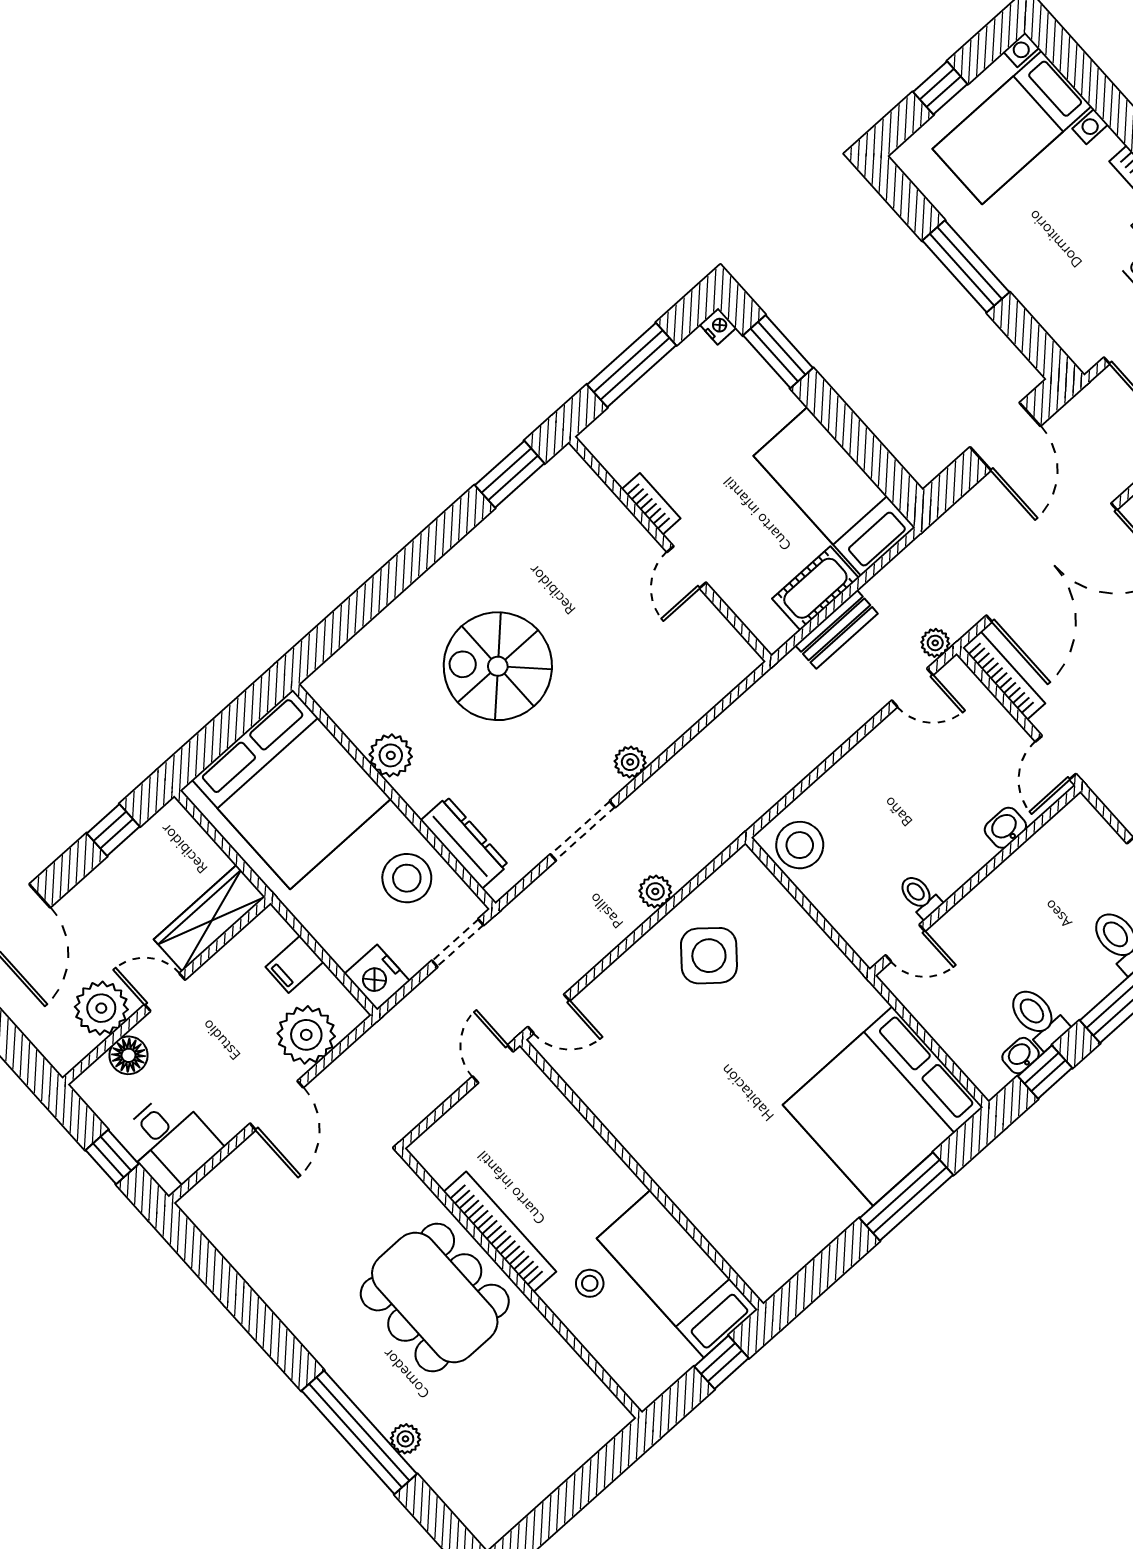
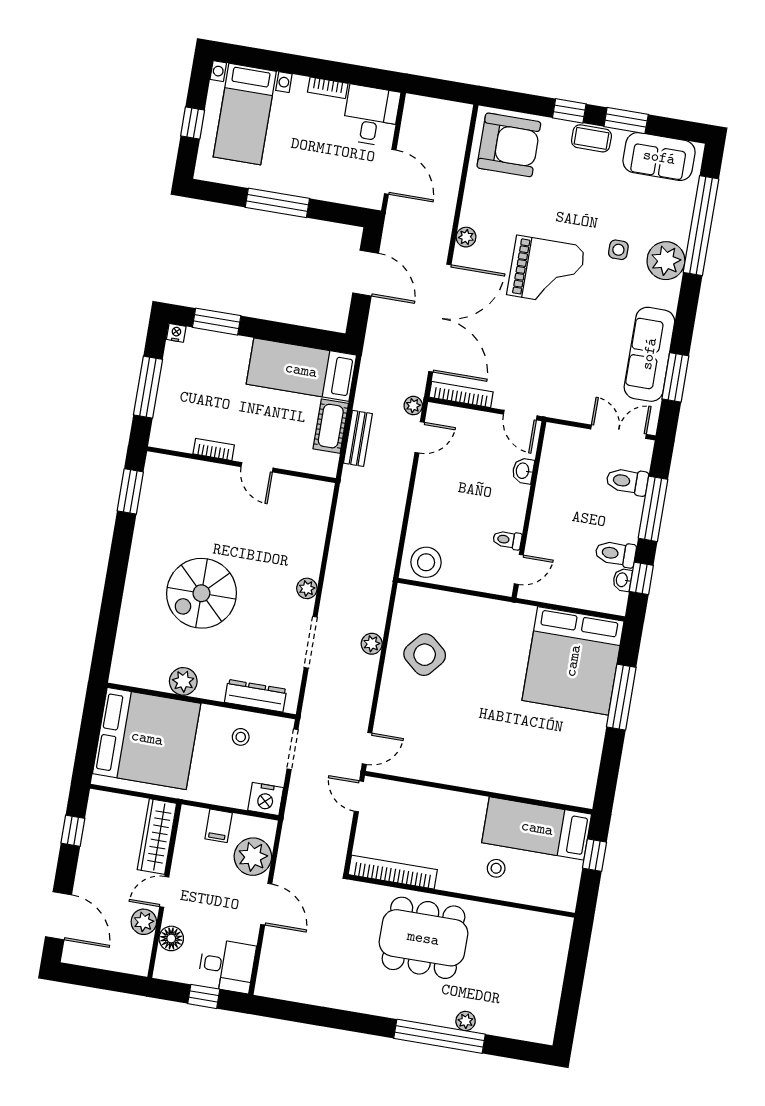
stool: (407, 878) -> (241, 737), width x0.53, depth x0.53
plant: (101, 1008) -> (144, 922), width x0.73, depth x0.73
bookcase: (500, 1232) -> (393, 872), moved

